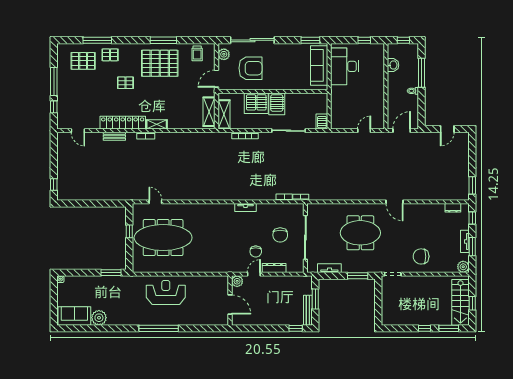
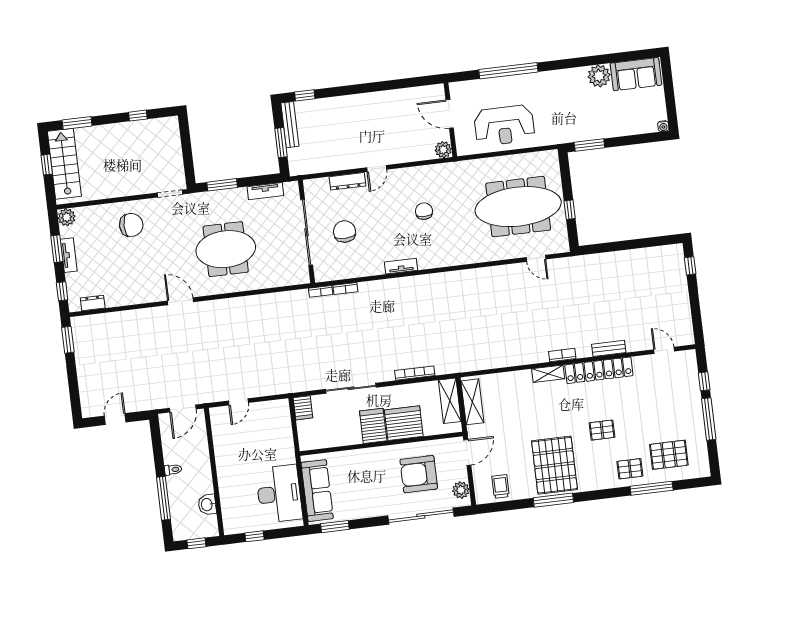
pallet: (160, 63) -> (554, 465), turned 90
chair: (256, 251) -> (424, 211), moved
plant: (237, 281) -> (443, 150), moved
wall: (230, 301) -> (450, 120), moved
door: (230, 304) -> (450, 114), moved
window: (424, 328) -> (138, 116), moved

